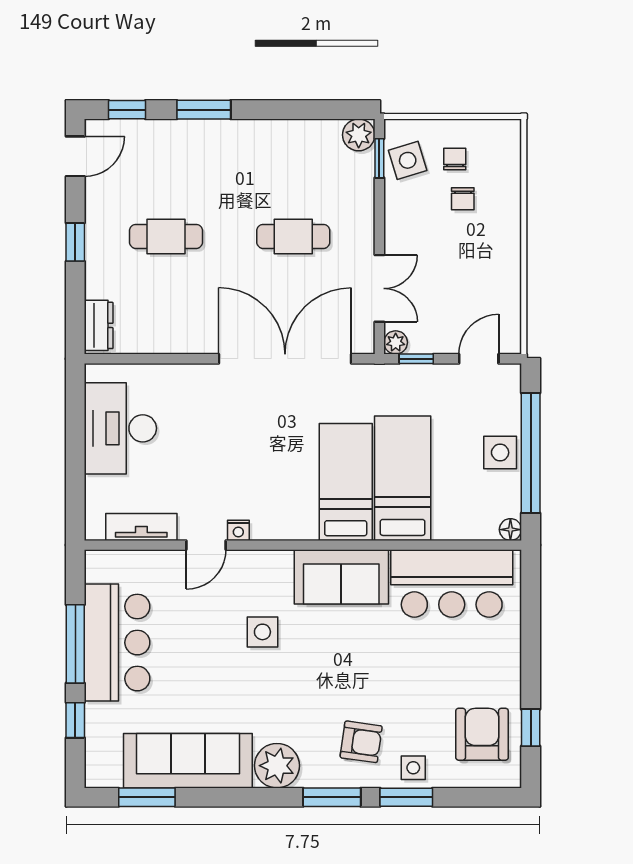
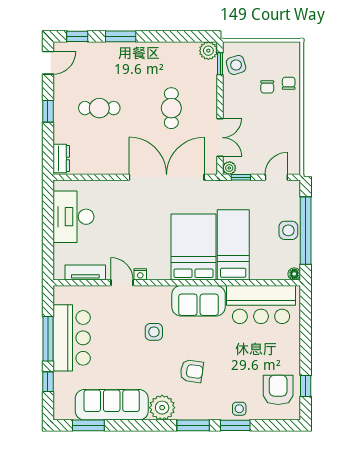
chair: (455, 159) -> (289, 83), moved
cafe table: (293, 236) -> (171, 108), turned 90
bed: (346, 482) -> (194, 247), width x1.50
door: (206, 545) -> (122, 283), swing flipped
armchair: (361, 742) -> (192, 371), moved

